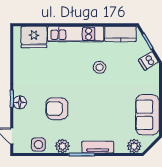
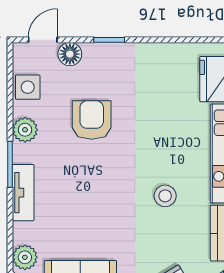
floor lamp: (20, 102) -> (70, 54), moved

